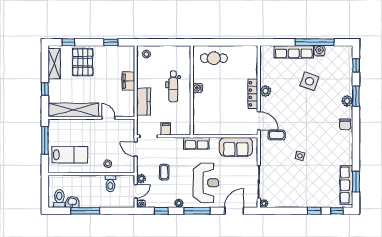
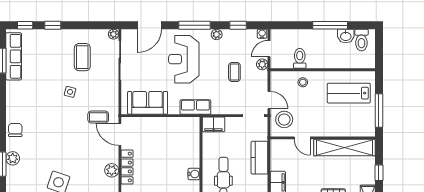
filing cabinet: (166, 129) -> (214, 124), moved, width x2.00
stool: (123, 133) -> (284, 119), added
coffee table: (290, 185) -> (82, 57), added

